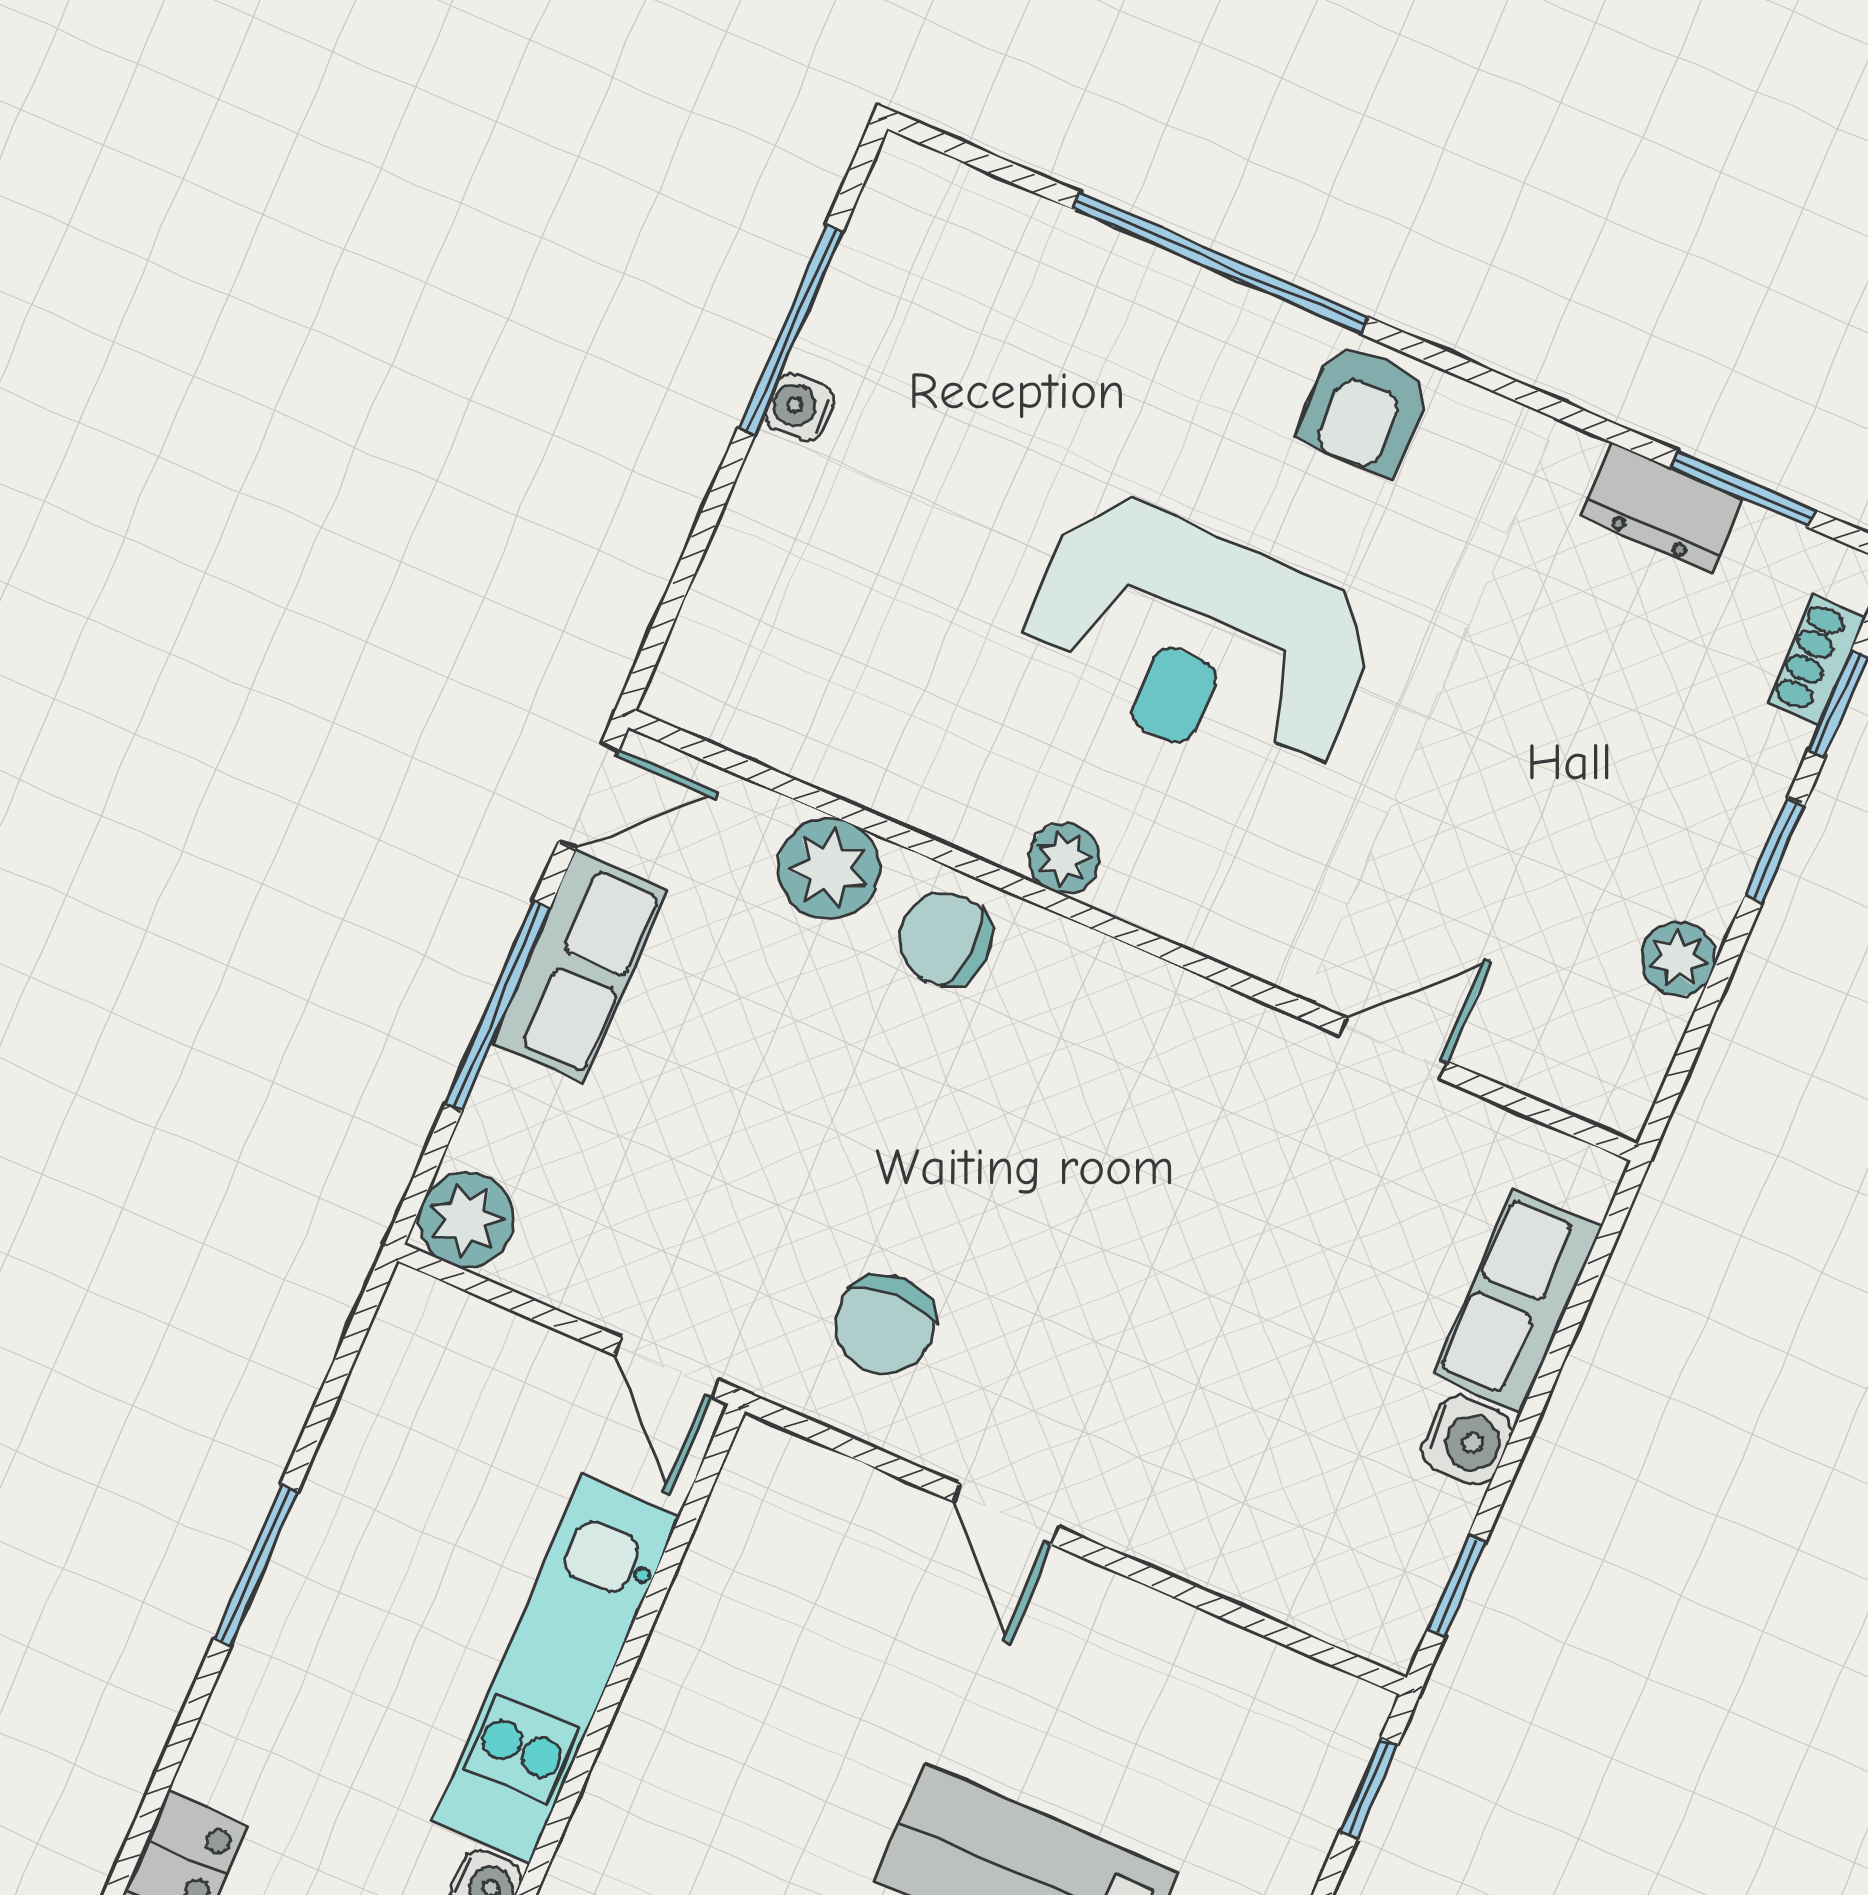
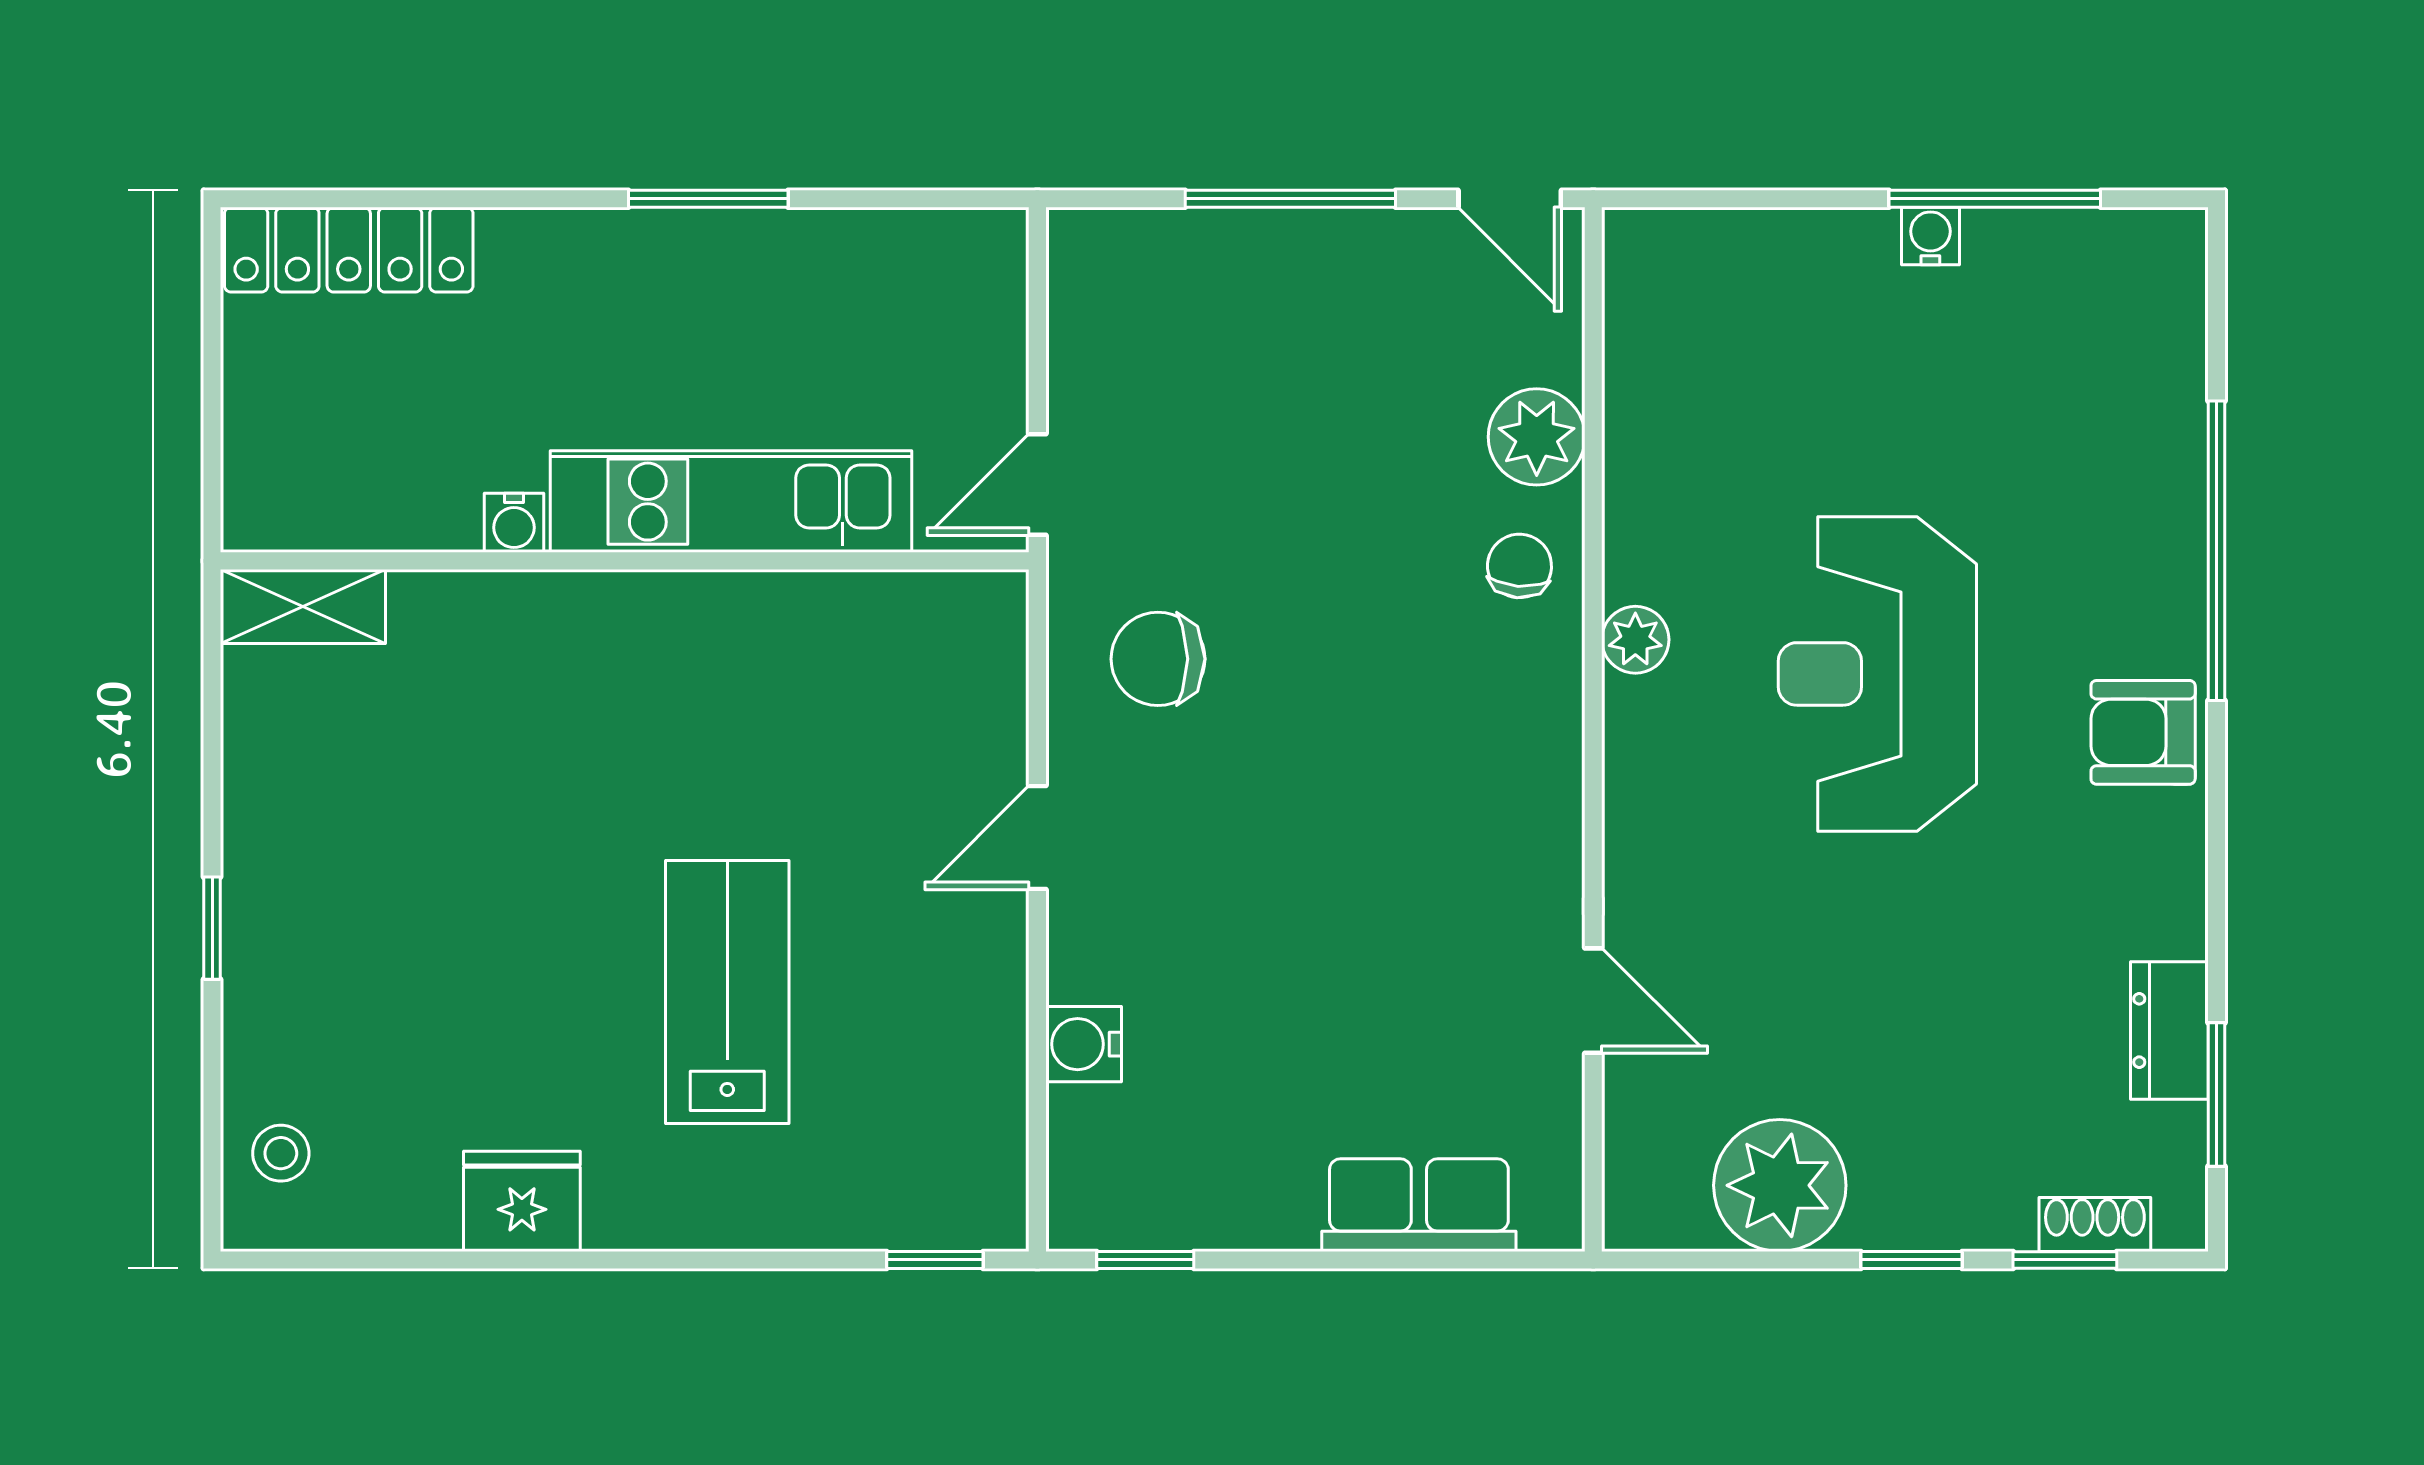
chair: (945, 939) -> (1519, 566), width x0.73, depth x0.73
plant: (1678, 959) -> (1780, 1185), width x1.87, depth x1.87
row of seats: (579, 967) -> (1356, 255), removed
plant: (466, 1220) -> (1091, 252), removed
water cooler: (1467, 1440) -> (1084, 1044), moved, turned 90

